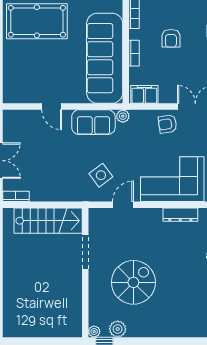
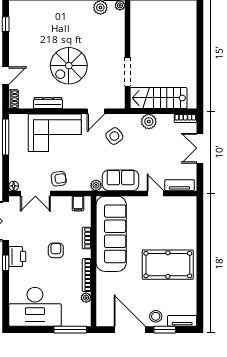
filing cabinet: (144, 94) -> (78, 203), width x0.50
tv unit: (23, 116) -> (179, 185), added
plant: (60, 192) -> (149, 122), added
spiral stairs: (133, 282) -> (69, 66), moved

